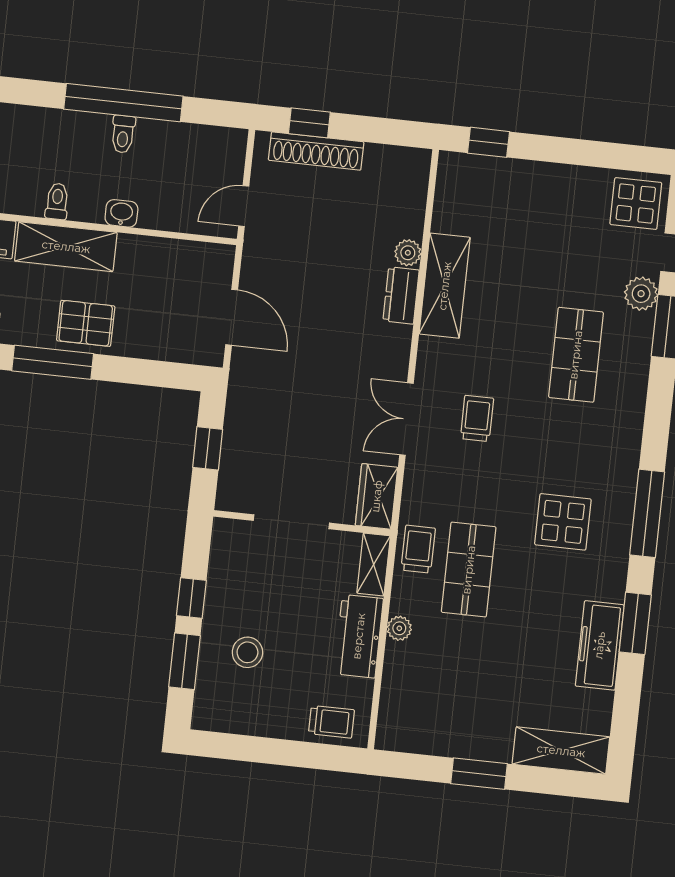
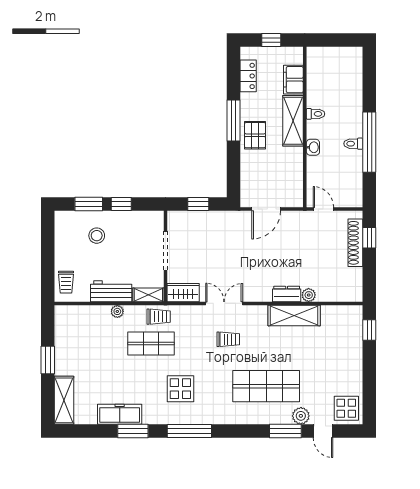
shop shelf: (576, 355) -> (266, 386), width x1.43, depth x1.36

